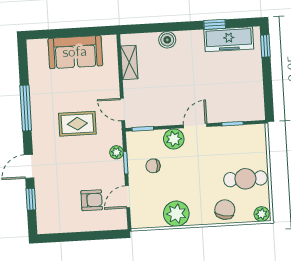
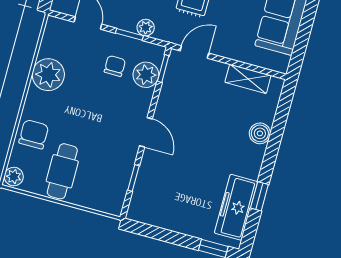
plant: (174, 139) -> (146, 75), moved
chair: (225, 210) -> (34, 134), turned -102

